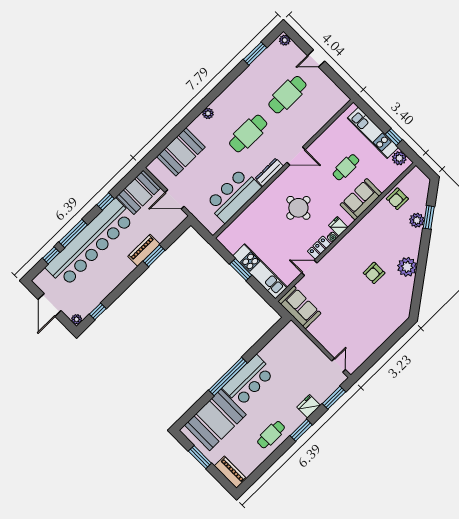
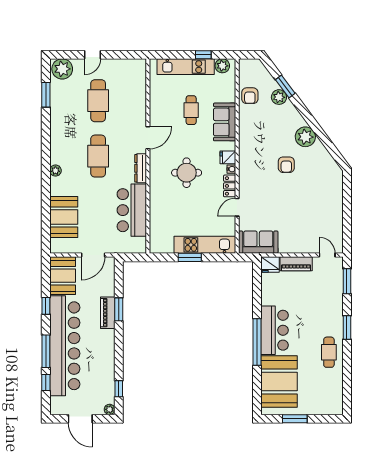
plant: (285, 40) -> (62, 69), width x1.88, depth x1.88
fridge: (309, 406) -> (270, 264), moved, turned -90
piano: (230, 472) -> (296, 264), moved, turned 180

